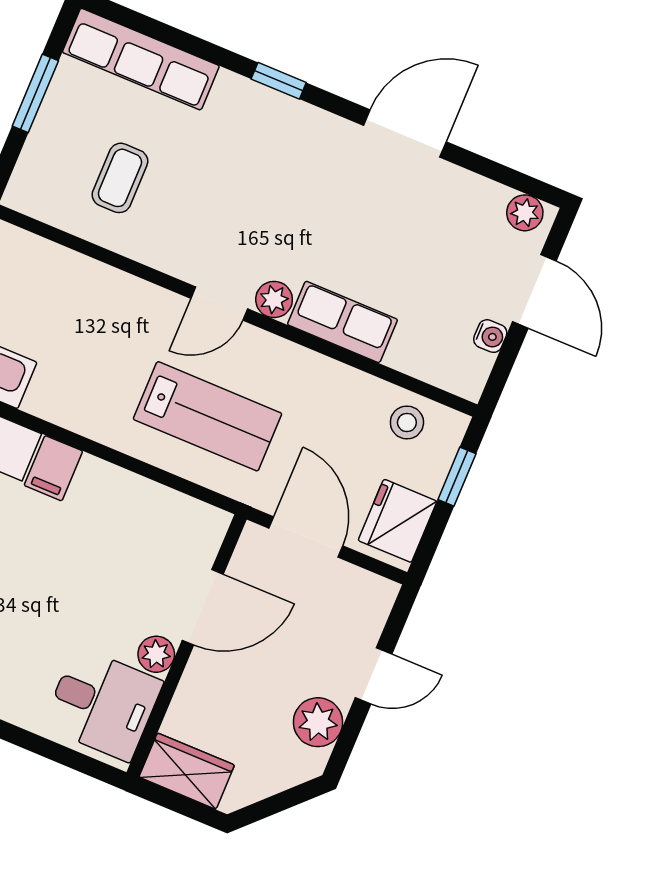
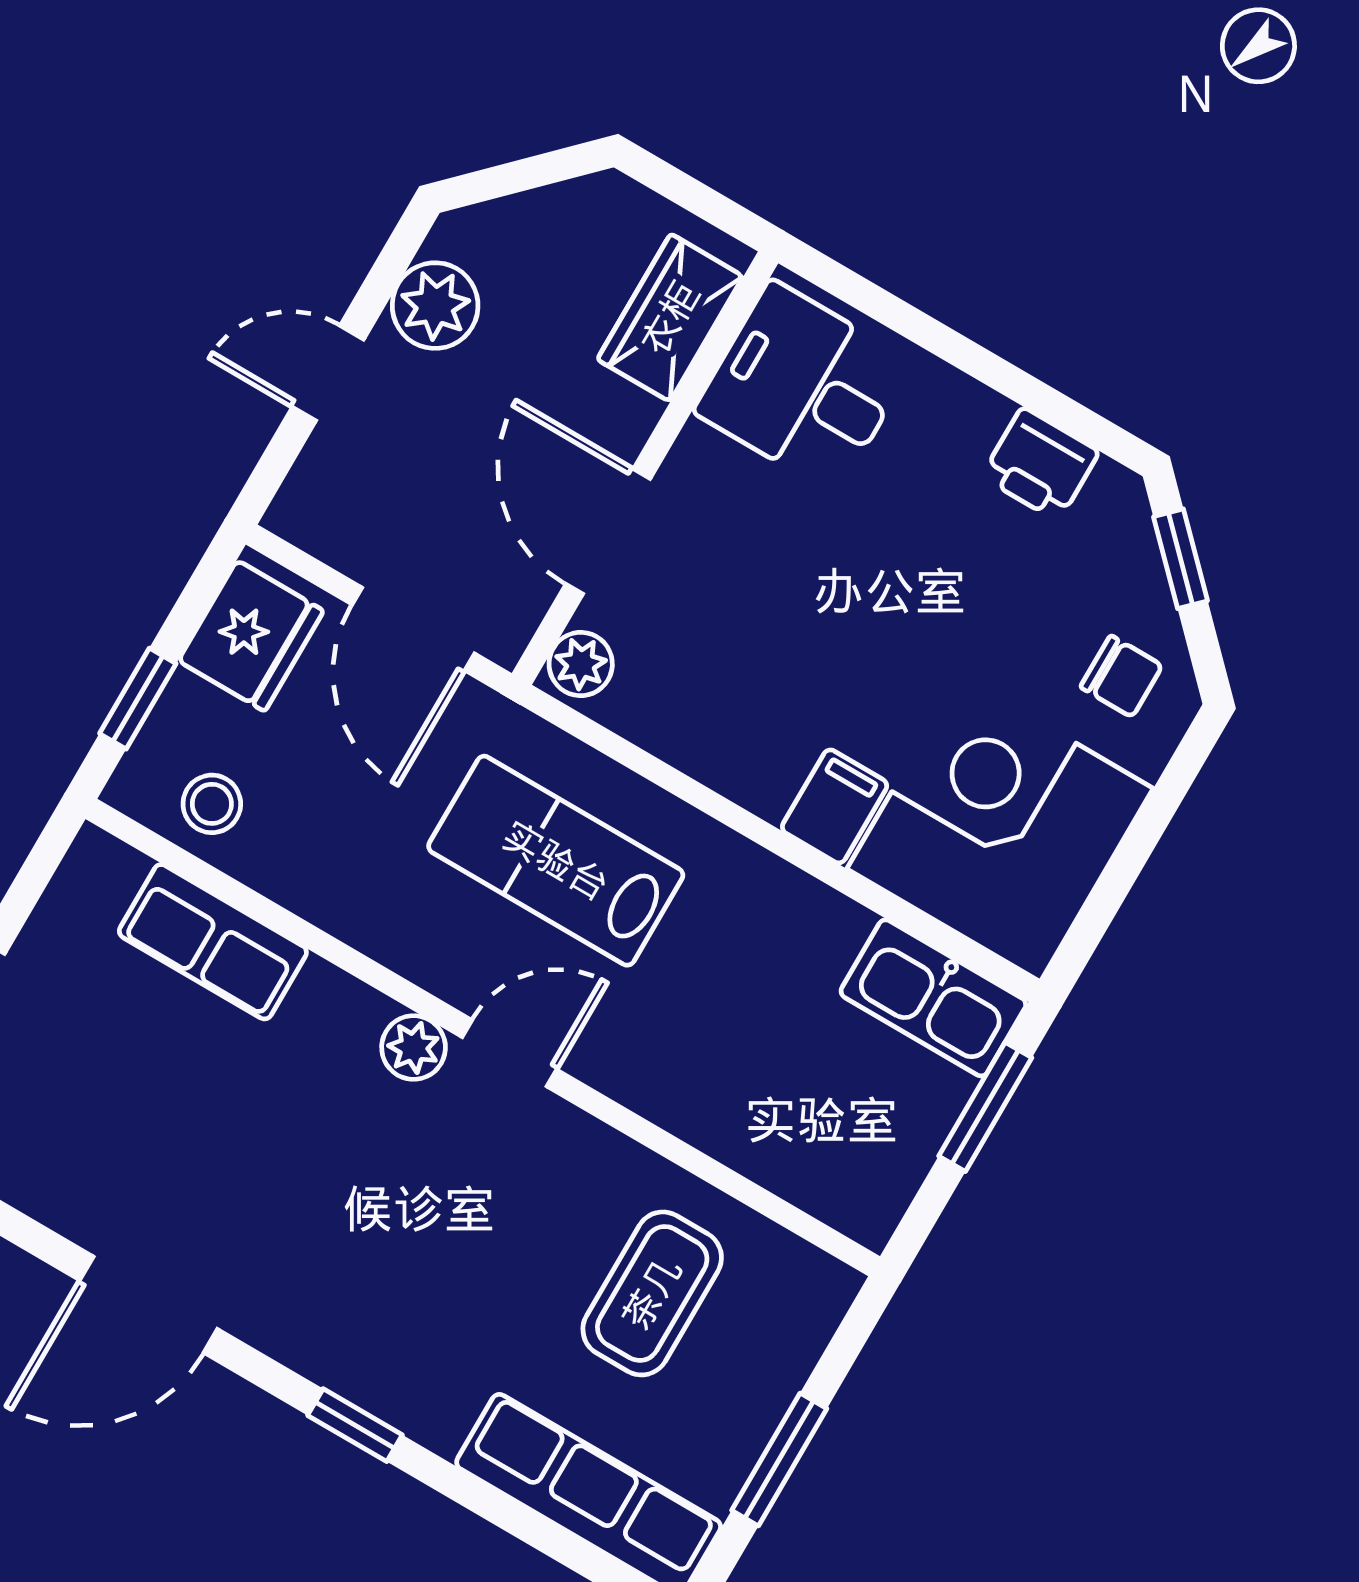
coffee table: (120, 178) -> (652, 1293), width x1.36, depth x1.30
row of seats: (342, 322) -> (213, 942), moved
water cooler: (490, 336) -> (48, 934), removed
door: (203, 607) -> (608, 531), hinge flipped
plant: (156, 654) -> (581, 664), moved
wardrobe: (187, 771) -> (670, 318), moved, turned 90

